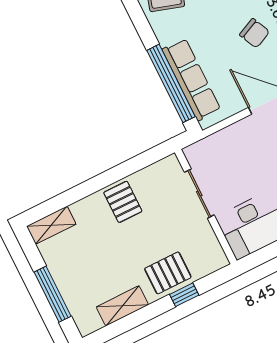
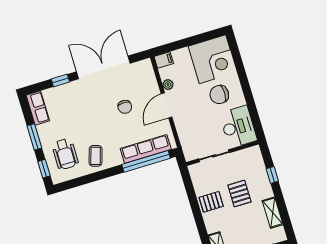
chair: (255, 33) -> (125, 107), turned 115
pallet: (168, 273) -> (239, 194), moved

